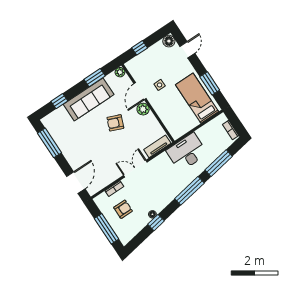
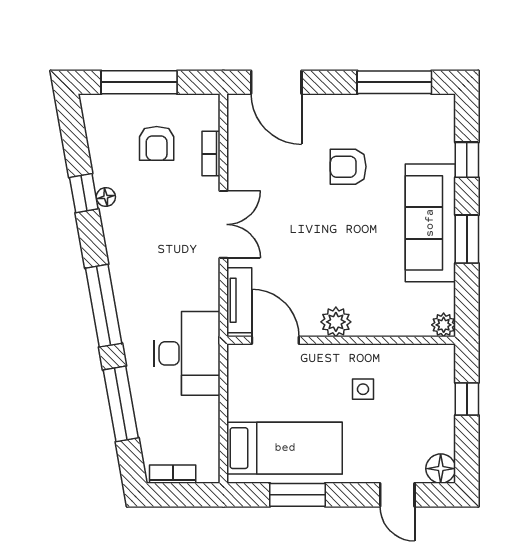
window: (95, 78) -> (467, 239), moved
door: (140, 91) -> (275, 340), moved
armchair: (115, 123) -> (348, 167), moved, turned -112

